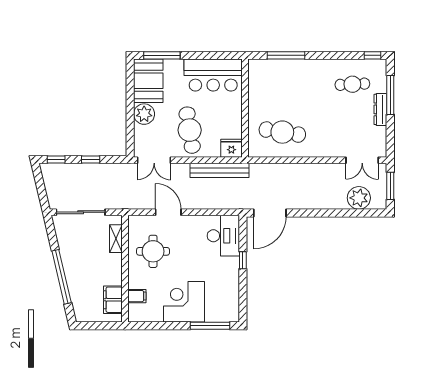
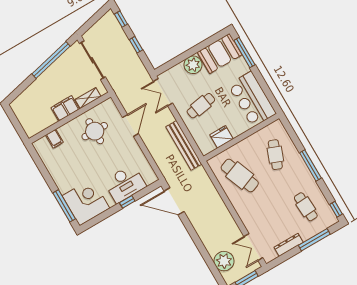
window: (286, 55) -> (310, 165), moved
cafe table: (282, 84) -> (275, 155), added
dresser: (380, 109) -> (289, 245), moved
cafe table: (190, 130) -> (201, 106), width x0.73, depth x0.74
cafe table: (282, 132) -> (240, 175), turned -30
fridge: (231, 148) -> (222, 137), moved, turned -90
desk: (223, 236) -> (125, 184), moved
window: (62, 277) -> (51, 60), moved
filing cabinet: (113, 300) -> (65, 108), moved
corner desk: (184, 302) -> (86, 202), moved

